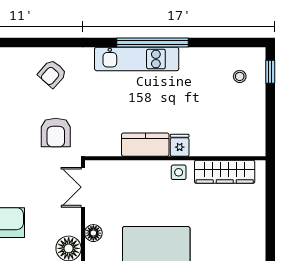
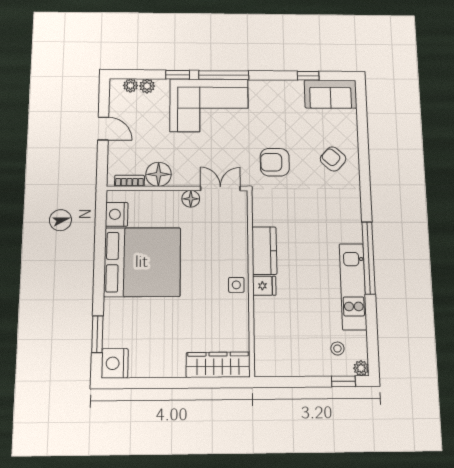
plant: (258, 55) -> (361, 368), added
kitchen unit: (137, 59) -> (353, 286), moved
wardrobe: (225, 172) -> (218, 365), moved, turned 90
floor lamp: (93, 233) -> (191, 199), moved

